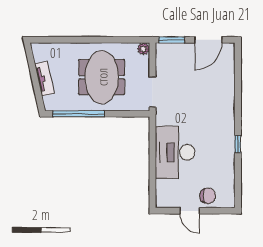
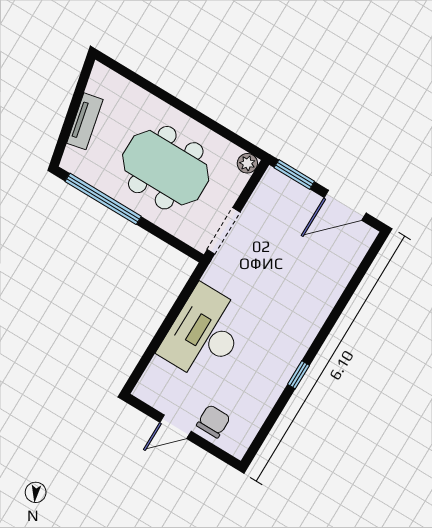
meeting table: (102, 77) -> (166, 168), turned 90
chair: (208, 196) -> (213, 421), turned -90
door: (190, 211) -> (175, 427), hinge flipped

